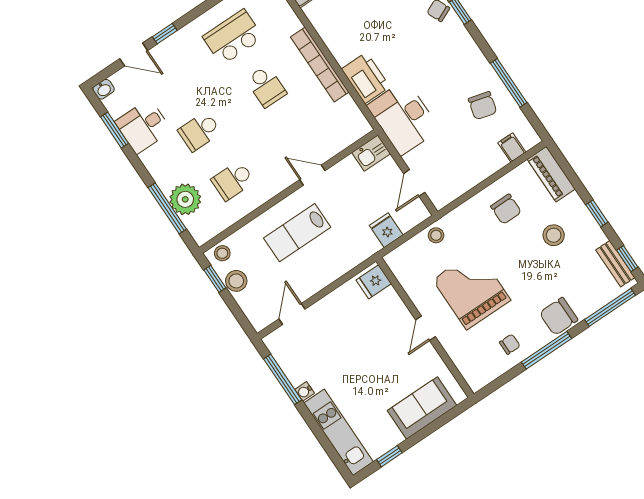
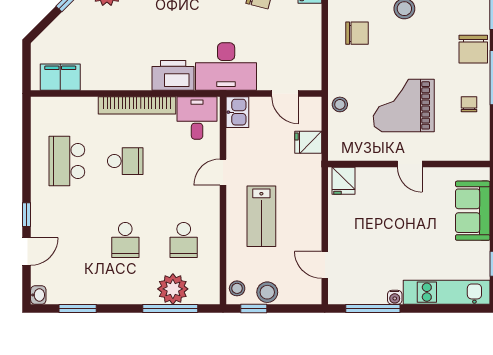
desk: (143, 126) -> (197, 118), moved, turned 180

